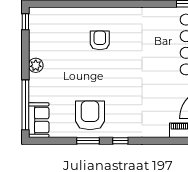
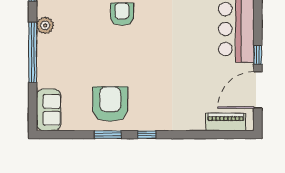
plant: (36, 65) -> (45, 25), moved
window: (25, 105) -> (33, 52), moved

